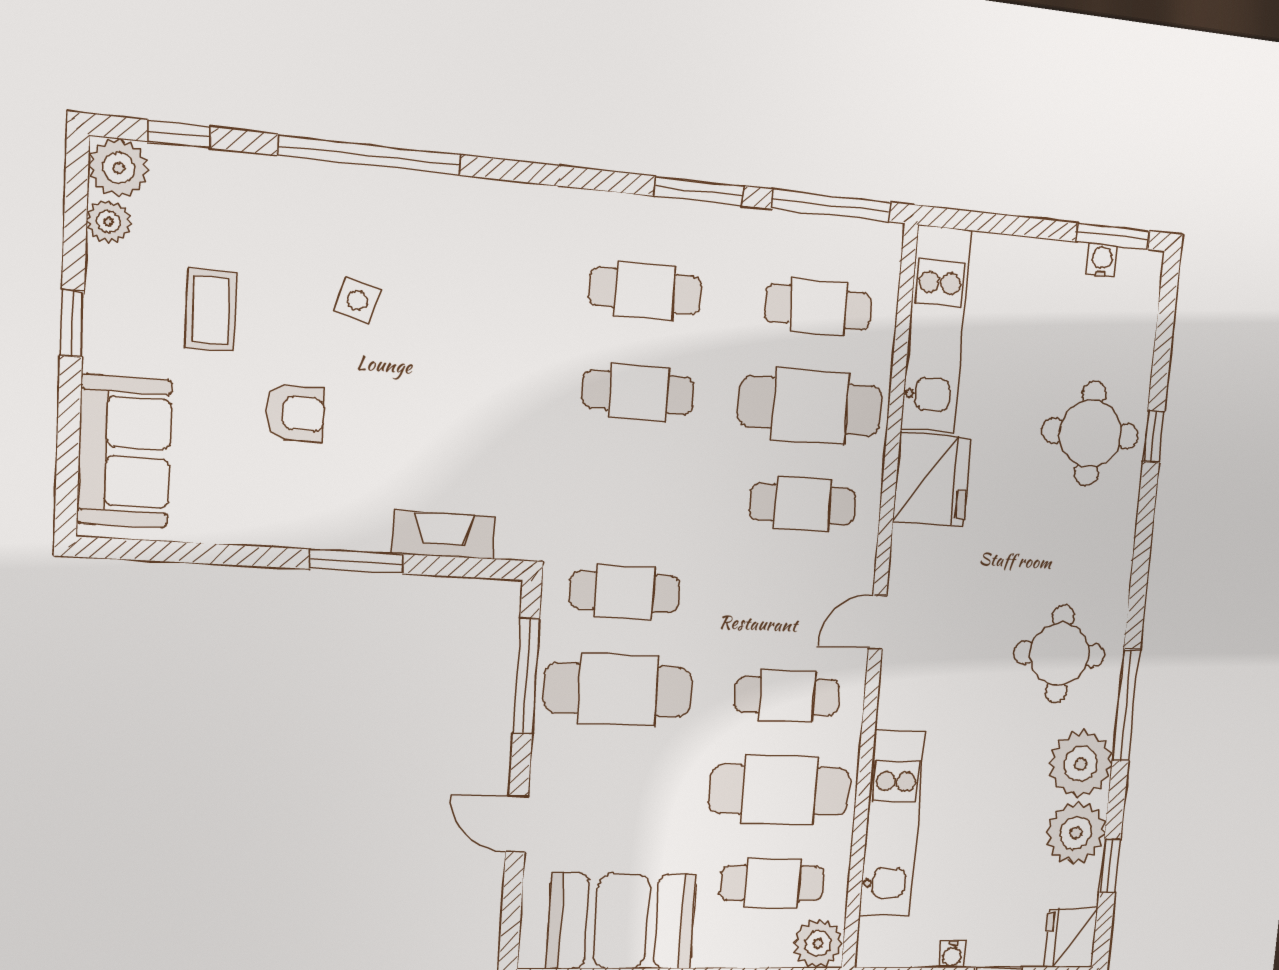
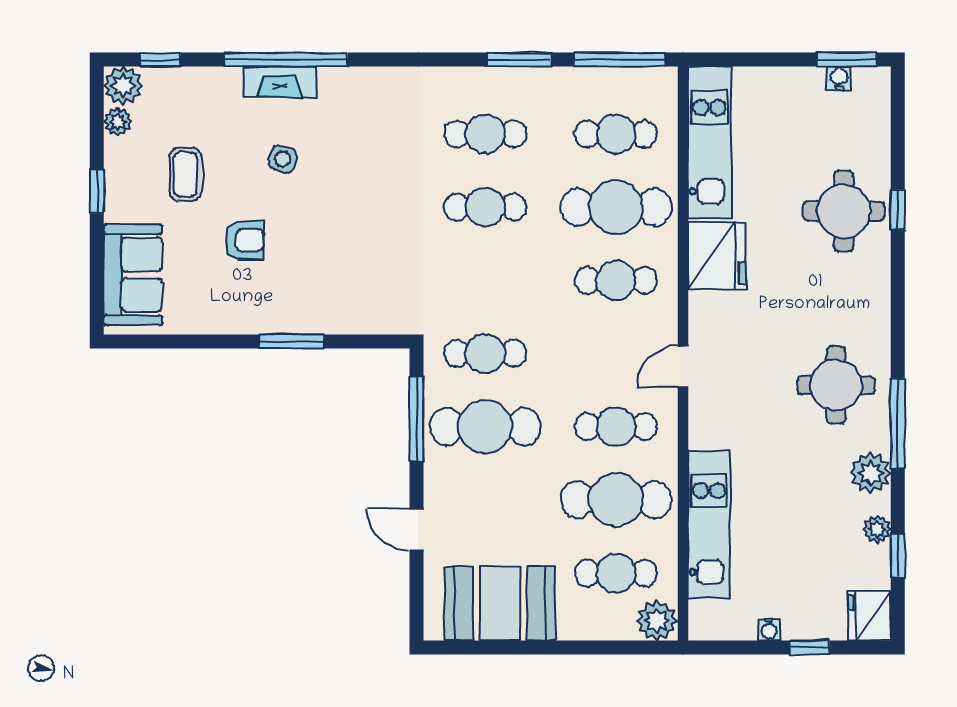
fireplace: (444, 535) -> (280, 82), moved, turned 180
plant: (1081, 764) -> (871, 473), width x0.73, depth x0.73
plant: (1076, 833) -> (877, 529), width x0.53, depth x0.53

